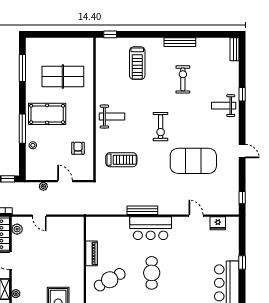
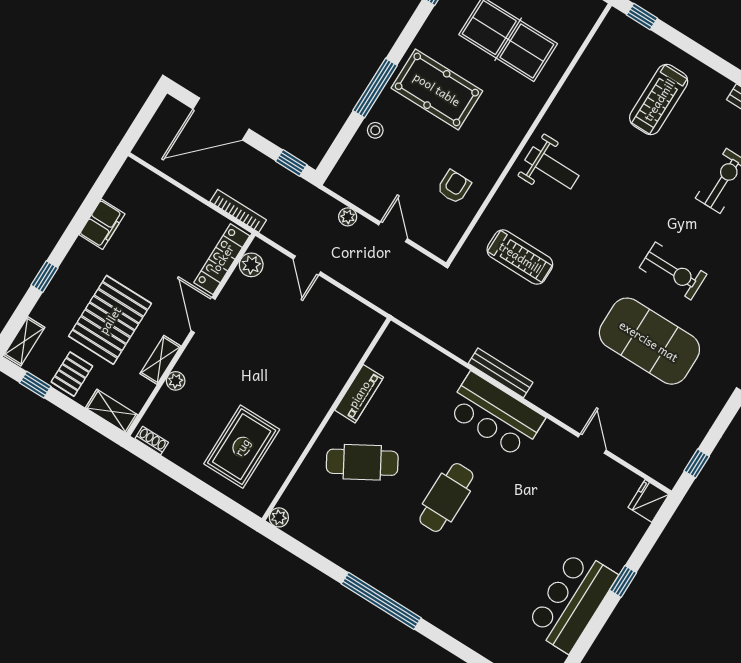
exercise bike: (161, 127) -> (673, 271), moved, turned -90
fridge: (218, 223) -> (648, 501), moved, turned 90

